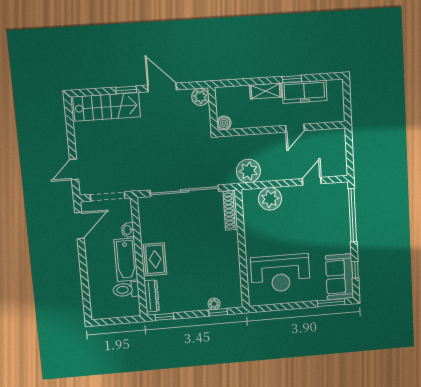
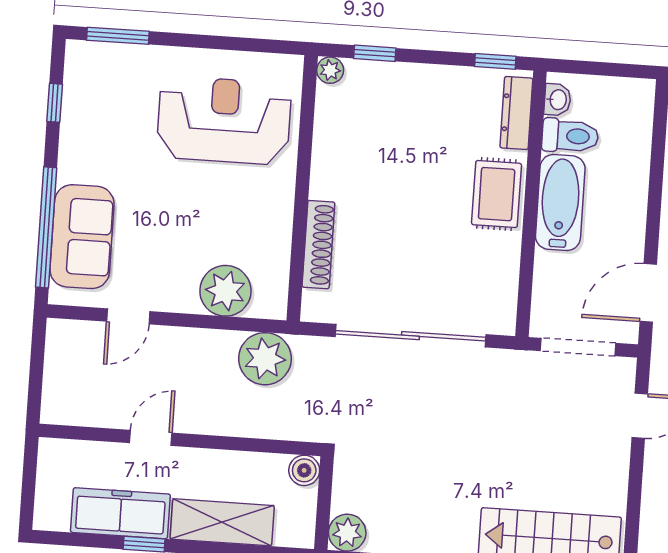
shelving: (266, 91) -> (222, 522), width x1.50, depth x1.33
shoe rack: (230, 210) -> (318, 245), moved
washbasin: (128, 230) -> (557, 100), moved
sofa: (339, 277) -> (82, 237), moved
plant: (214, 304) -> (330, 70), moved

